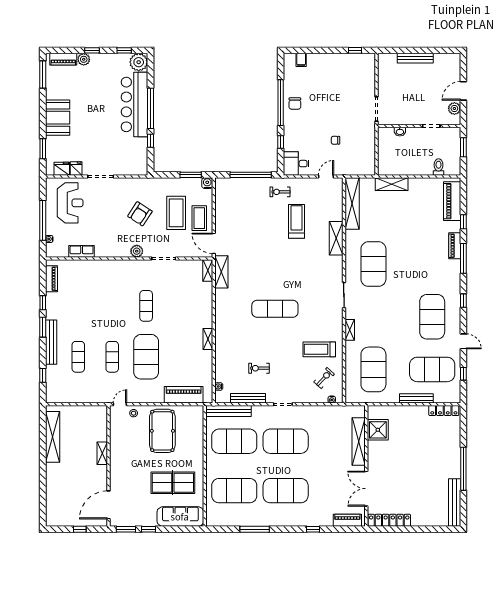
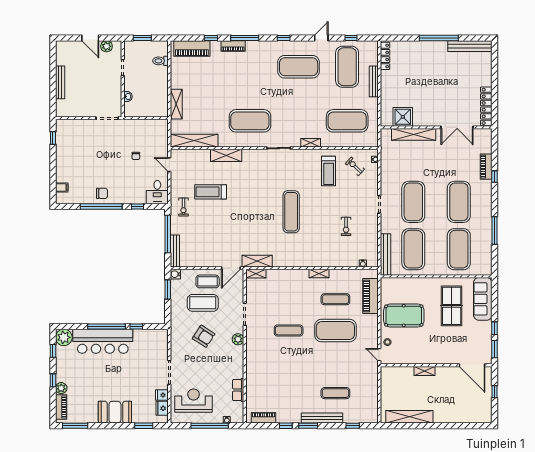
exercise mat: (112, 357) -> (335, 299), moved
bench: (248, 398) -> (175, 251), moved
piano: (347, 520) -> (486, 167), moved

